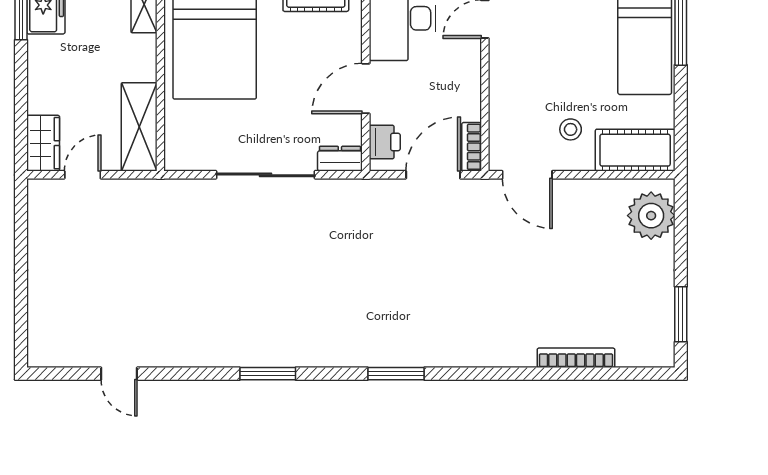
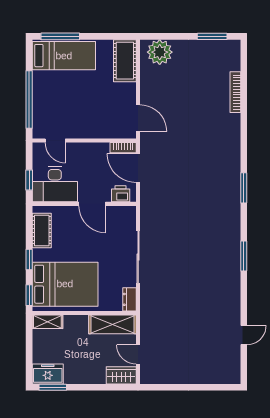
stool: (571, 129) -> (114, 95), removed
dresser: (340, 159) -> (129, 299), moved
door: (527, 175) -> (138, 118), hinge flipped

